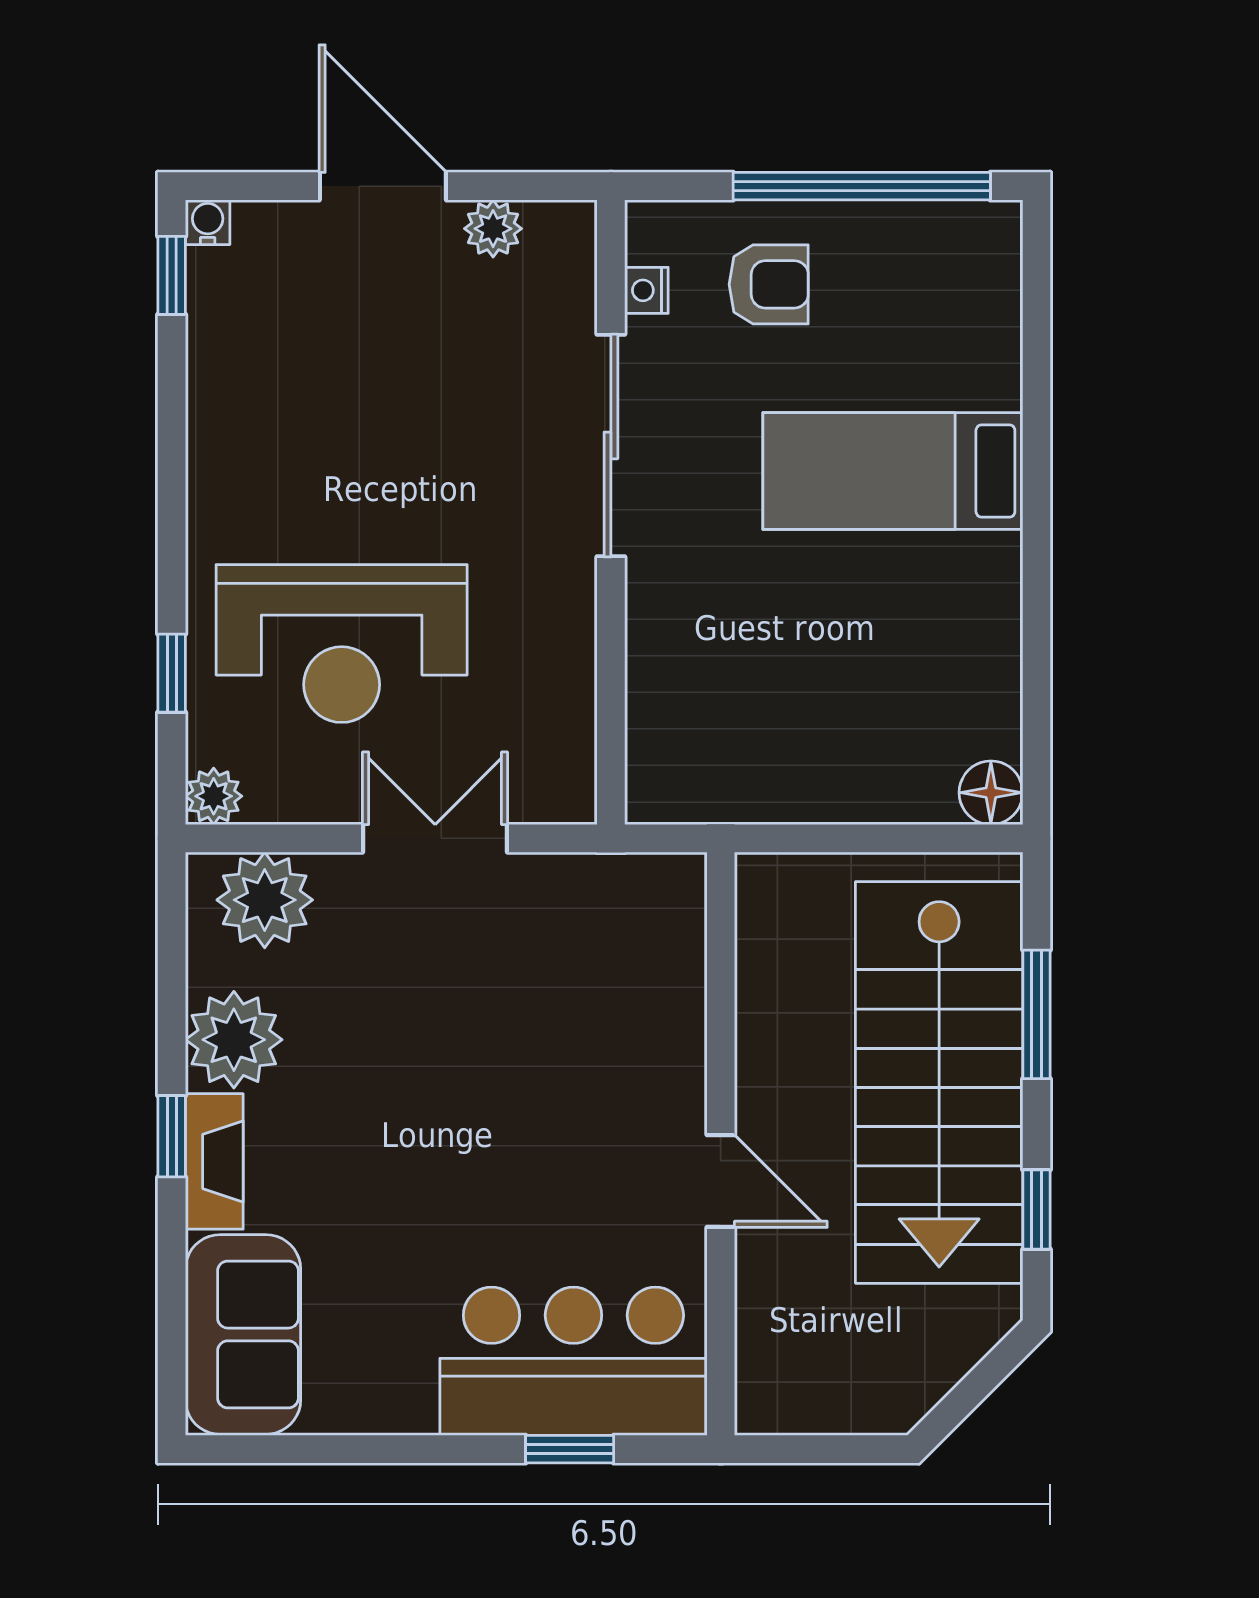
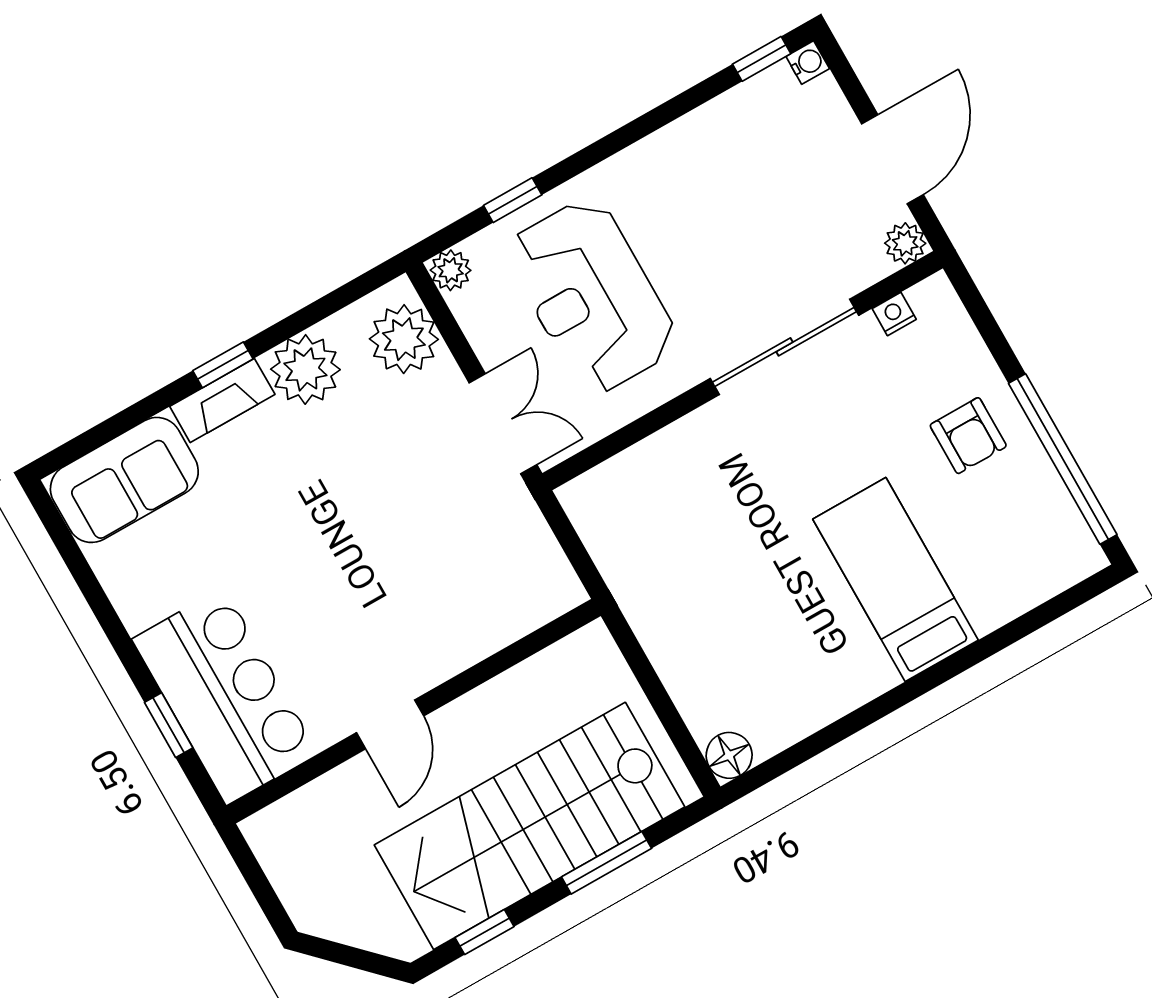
nightstand: (646, 290) -> (894, 314), moved
sliding door: (611, 445) -> (784, 347), moved
wall: (611, 512) -> (743, 371), moved

